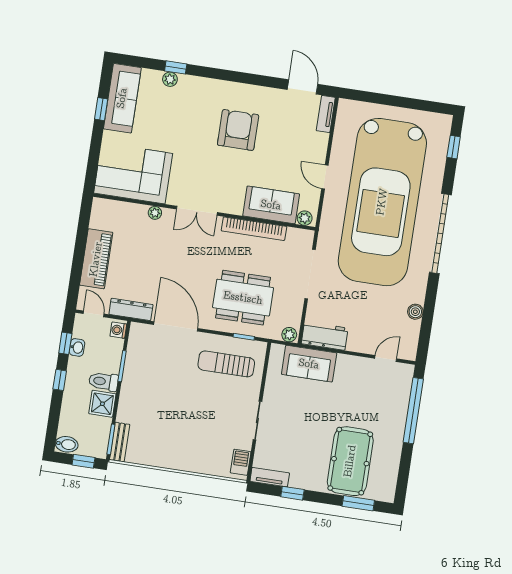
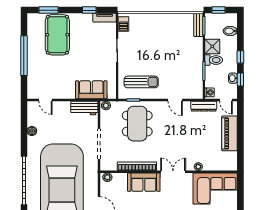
sofa: (271, 205) -> (144, 182), moved
dining table: (243, 298) -> (137, 124), turned 90
door: (176, 326) -> (175, 100), width x0.53
door: (386, 359) -> (45, 100), hinge flipped
window: (413, 411) -> (24, 56), moved
bidet: (67, 444) -> (230, 31), moved

